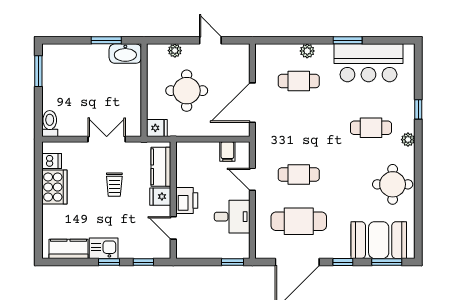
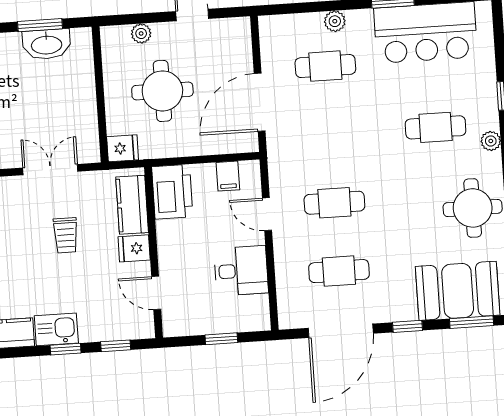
washbasin: (125, 54) -> (46, 44), moved
printer: (187, 201) -> (172, 192), moved, width x1.37, depth x1.19
cafe table: (299, 221) -> (339, 271), width x0.73, depth x0.74
window: (232, 262) -> (221, 339), moved

